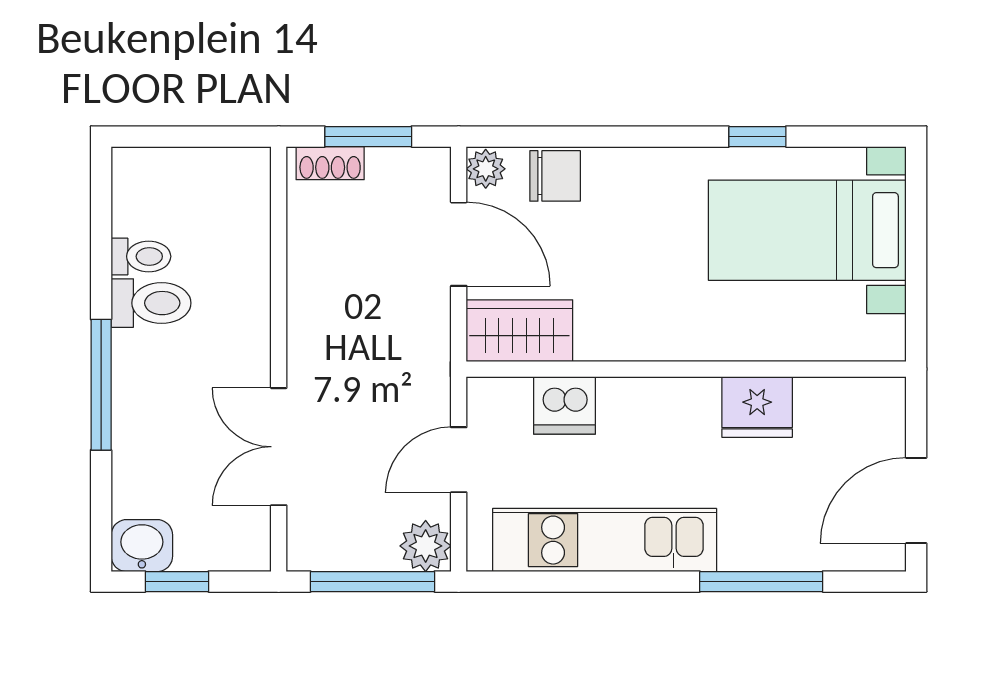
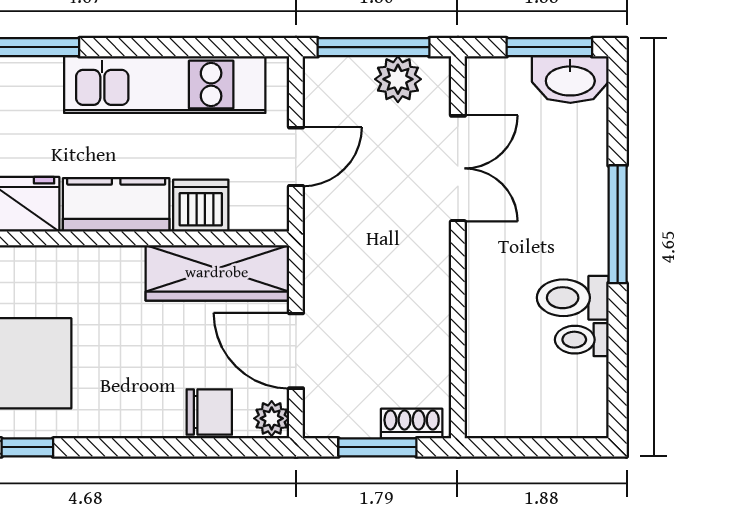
chair: (555, 176) -> (209, 412), turned 180
wardrobe: (519, 331) -> (217, 273), width x1.50
kitchen counter: (659, 406) -> (116, 205), added
washbasin: (142, 546) -> (570, 80), width x1.38
plant: (426, 546) -> (398, 79), moved
window: (177, 582) -> (549, 47), width x1.50

